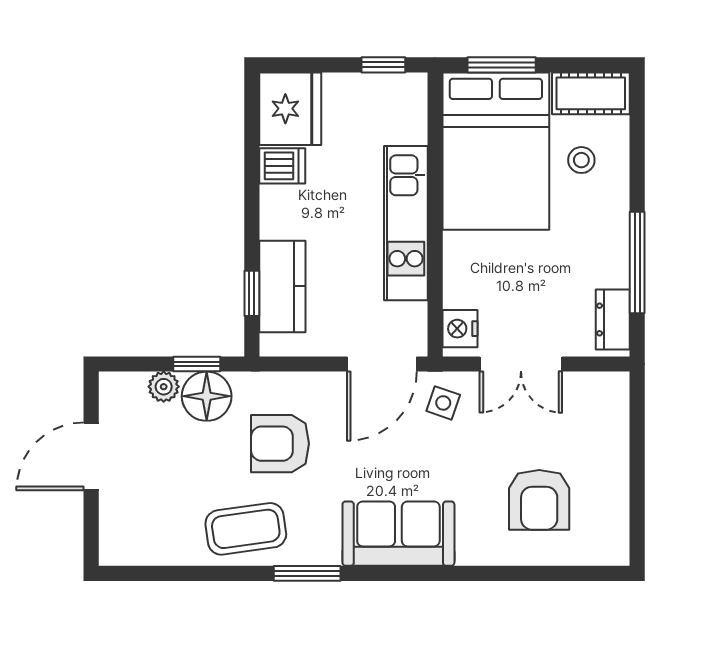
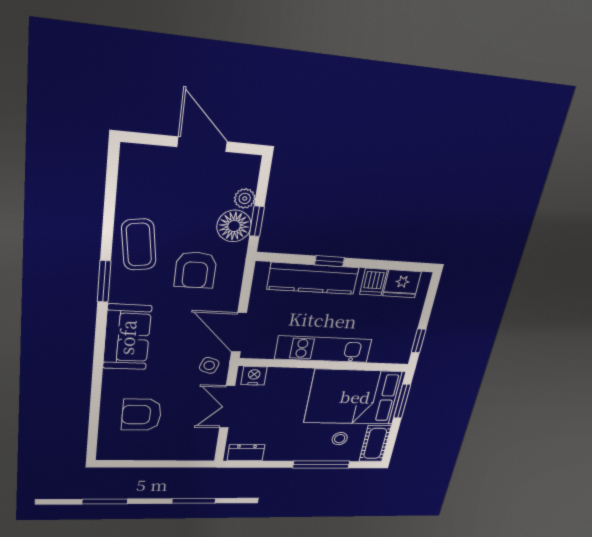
fridge: (290, 109) -> (402, 284), width x0.73, depth x0.75
window: (637, 262) -> (321, 465), moved
kitchen counter: (282, 286) -> (313, 278), width x1.50
window: (252, 293) -> (330, 261), moved
armchair: (280, 444) -> (195, 270), turned 180

